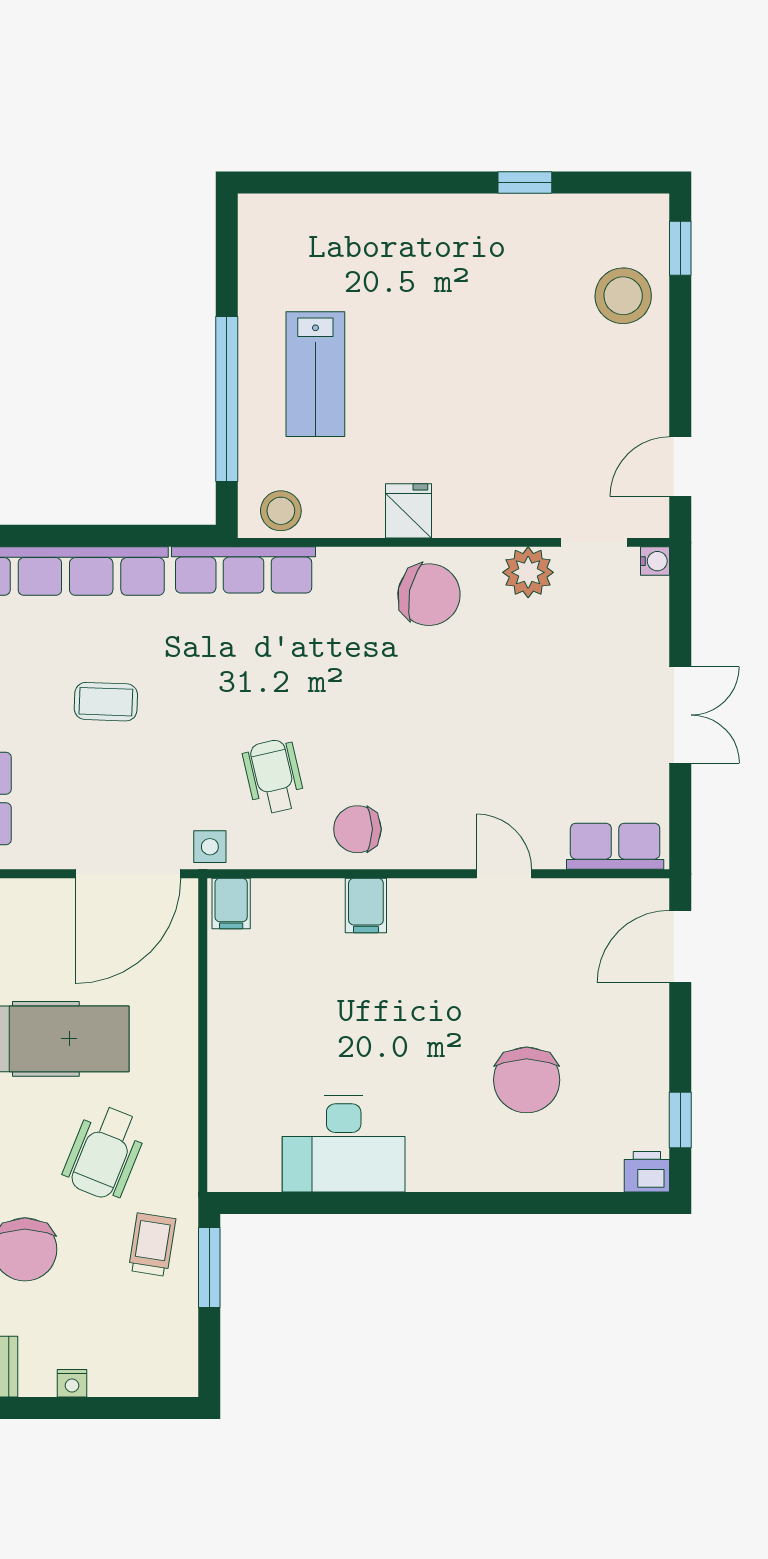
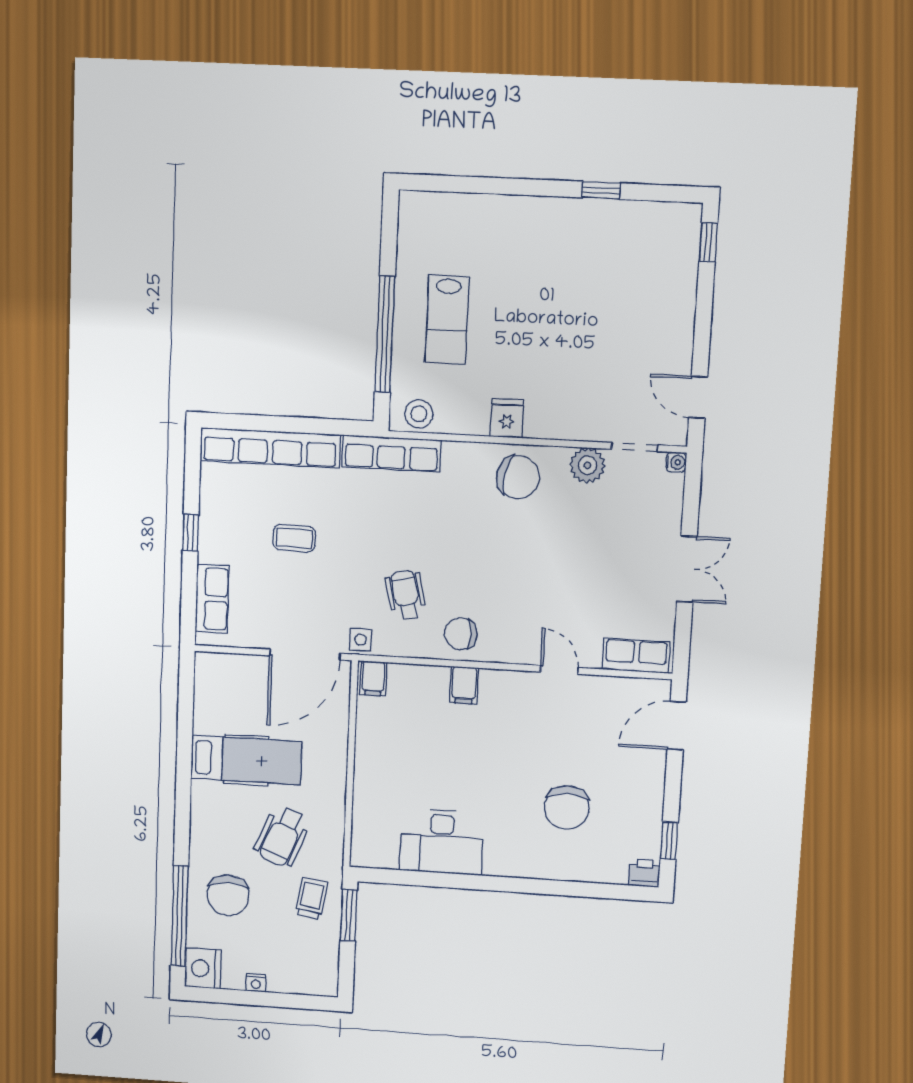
stool: (623, 296) -> (666, 275), removed
door: (680, 467) -> (698, 397), hinge flipped

